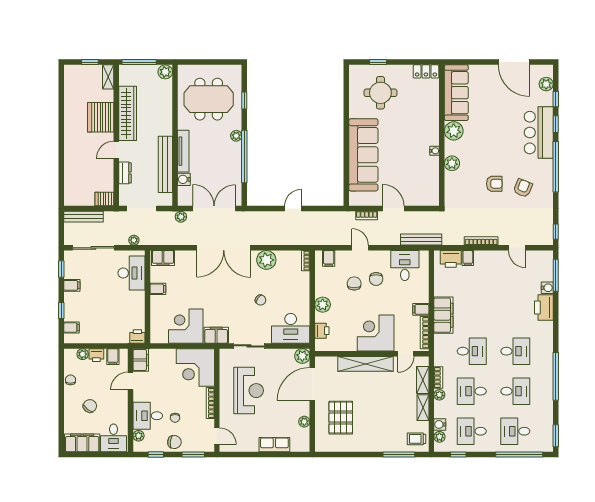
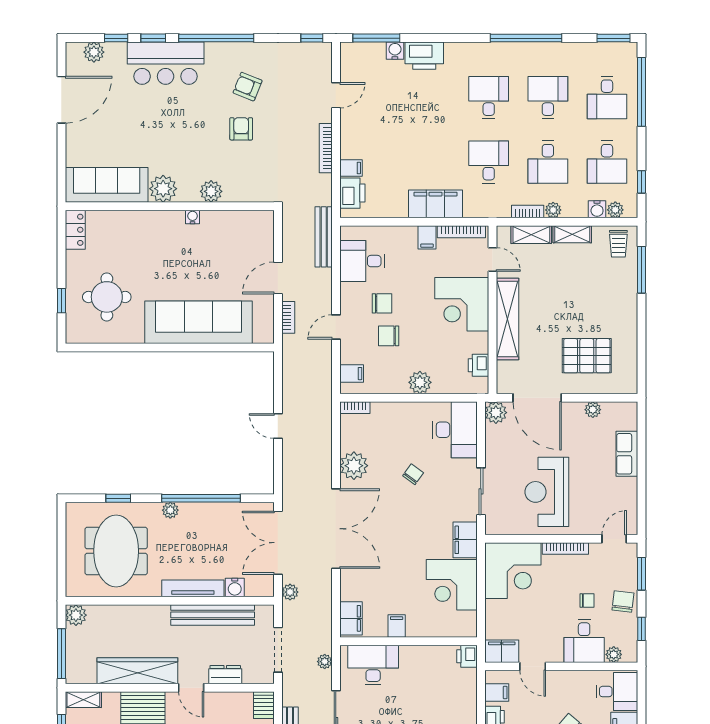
printer: (322, 331) -> (478, 365), moved, turned -90
reception desk: (249, 391) -> (547, 492), turned -90

